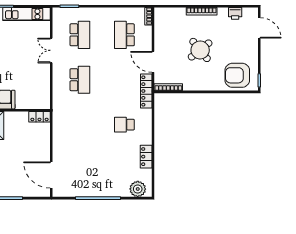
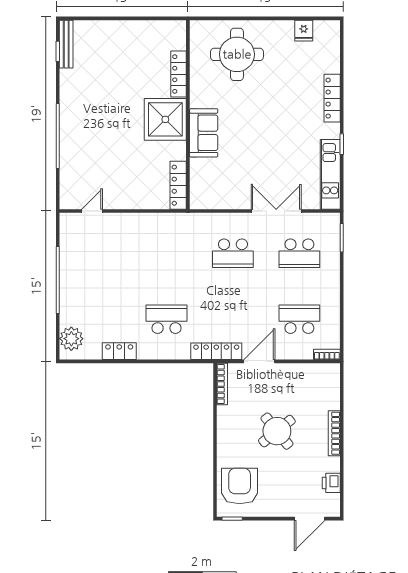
double door: (51, 50) -> (276, 211), width x1.37
locker: (39, 117) -> (178, 185), width x1.53
school desk: (124, 125) -> (167, 319), width x1.85
door: (51, 175) -> (92, 211), width x0.53

